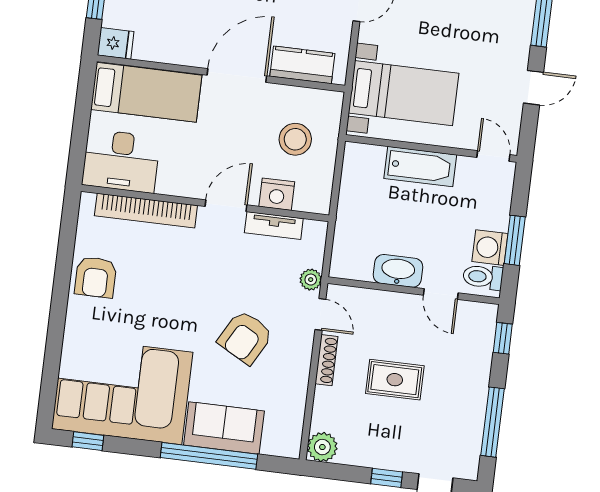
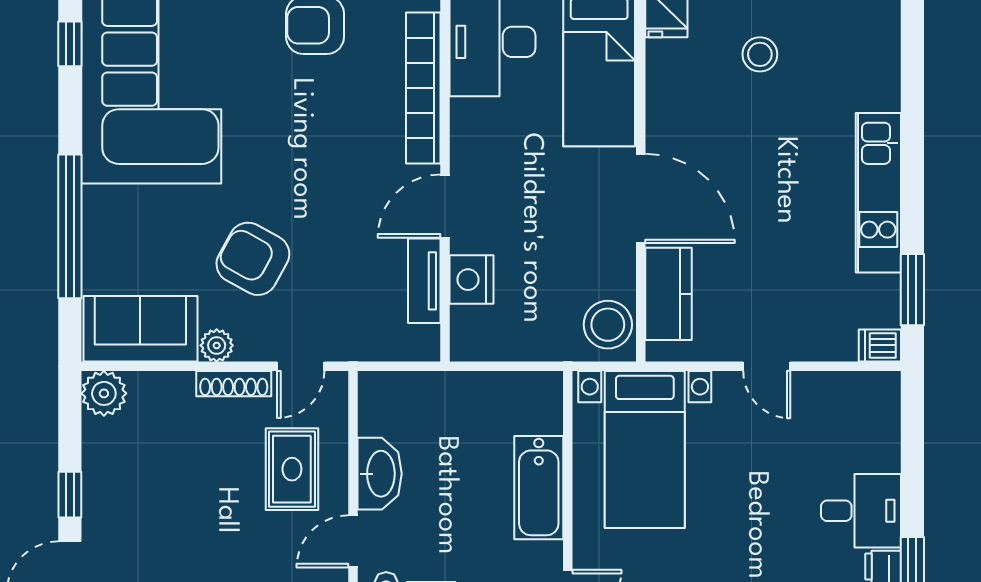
stool: (295, 139) -> (608, 325), moved
door: (226, 206) -> (445, 206), swing flipped
plant: (311, 280) -> (217, 345), moved
rug: (395, 380) -> (292, 469), moved
sofa: (224, 428) -> (140, 329), moved, turned -90

